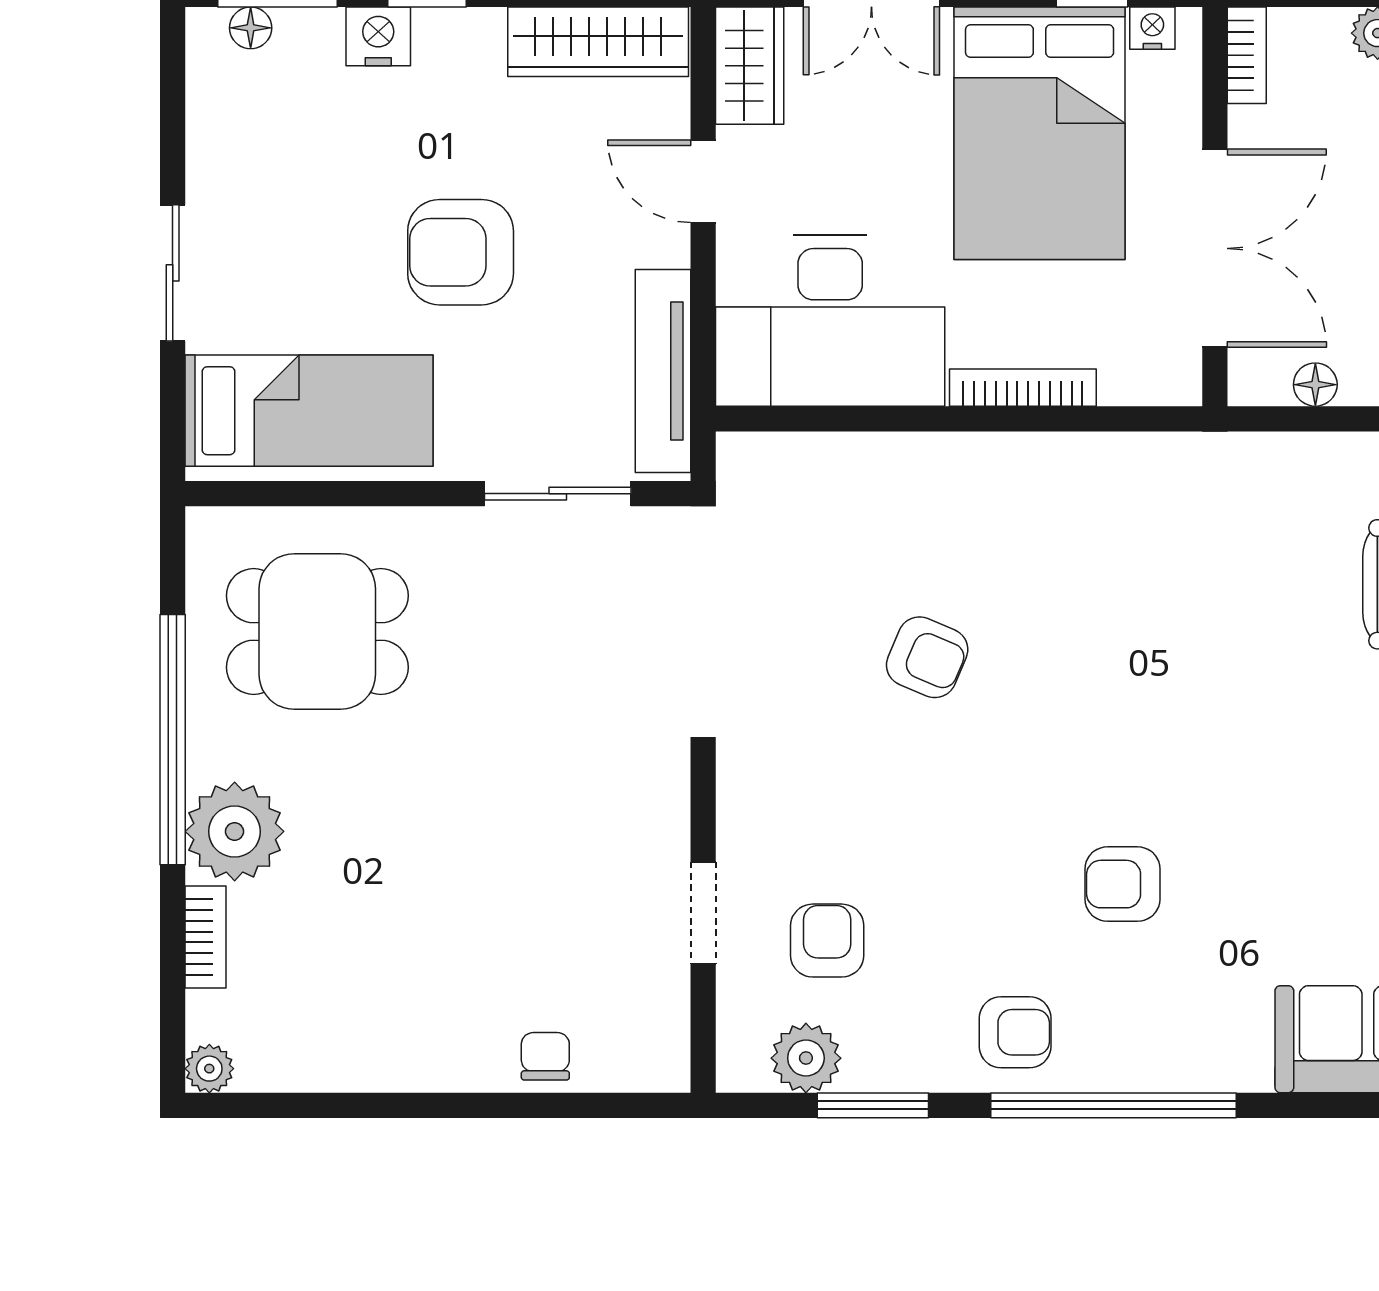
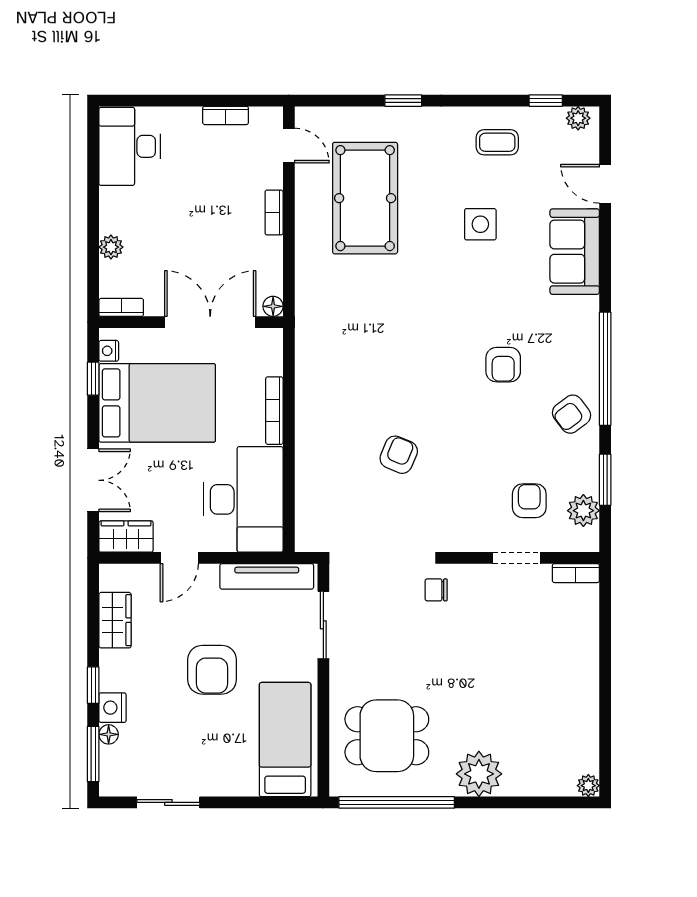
floor lamp: (251, 28) -> (109, 734), moved
wardrobe: (598, 42) -> (115, 620), width x0.67
sliding door: (173, 273) -> (168, 802), moved
floor lamp: (1315, 385) -> (273, 306), moved
dining table: (317, 631) -> (387, 736), turned 90
window: (173, 740) -> (397, 802), moved
bookcase: (205, 937) -> (576, 573), moved, turned 180
armchair: (827, 941) -> (529, 501), turned 90
armchair: (1015, 1032) -> (572, 414), turned -127
chair: (545, 1056) -> (436, 590), moved

